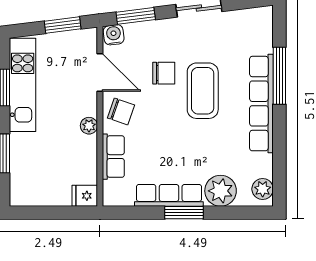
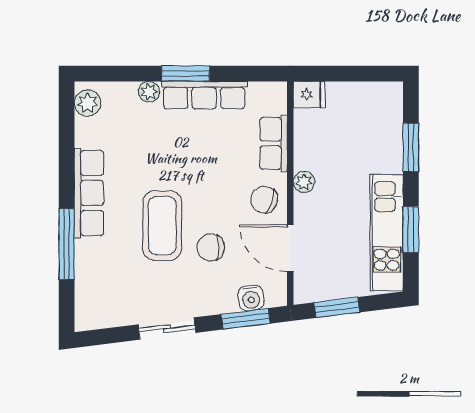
water cooler: (114, 35) -> (251, 298), moved
row of seats: (261, 104) -> (89, 193), width x0.73
plant: (221, 191) -> (149, 92), width x0.53, depth x0.53

